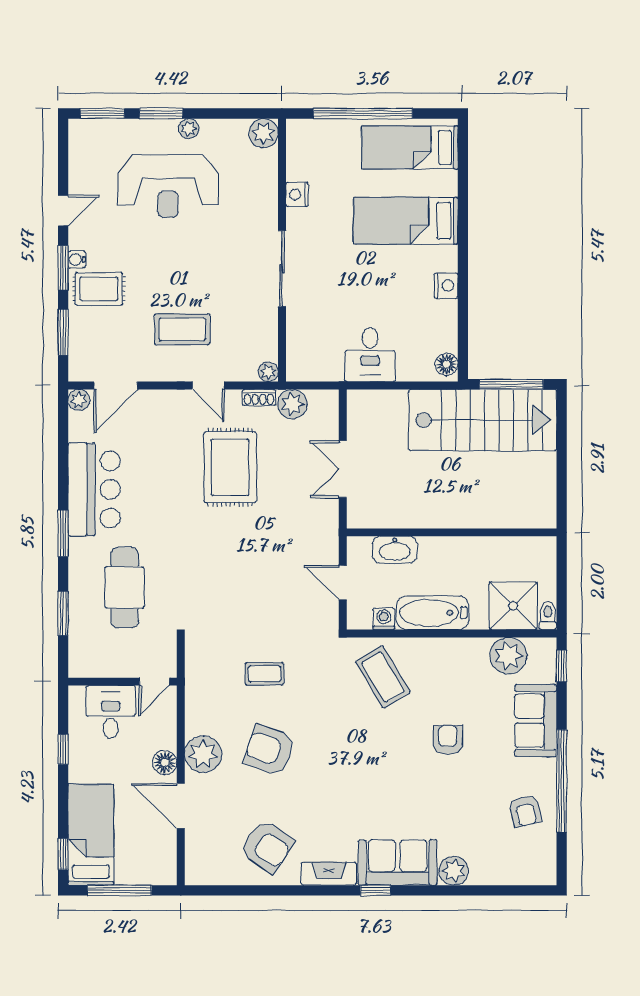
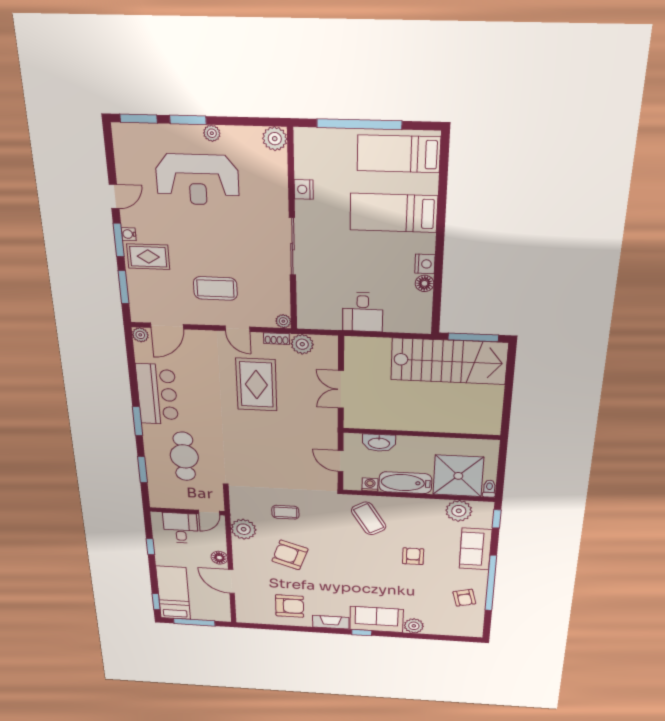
floor lamp: (447, 364) -> (424, 283), moved
shower: (513, 606) -> (458, 476), width x1.37, depth x1.37
plant: (203, 754) -> (244, 529), moved
armchair: (267, 847) -> (290, 606), turned -34

